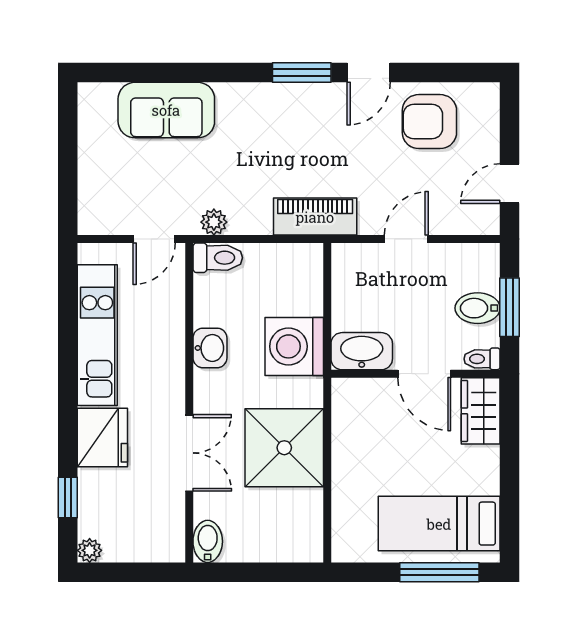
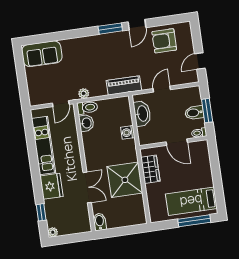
sofa: (166, 110) -> (42, 54), moved
washing machine: (294, 346) -> (128, 132), width x0.53, depth x0.53
washbasin: (210, 348) -> (86, 123), moved
washbasin: (362, 351) -> (142, 114), moved, turned 90
wardrobe: (481, 411) -> (150, 169), moved, turned 180

